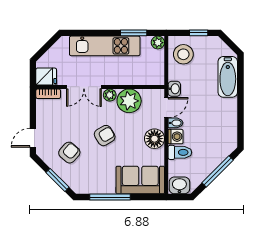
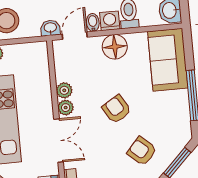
plant: (129, 101) -> (64, 90), width x0.53, depth x0.53
door: (166, 108) -> (75, 36), hinge flipped

